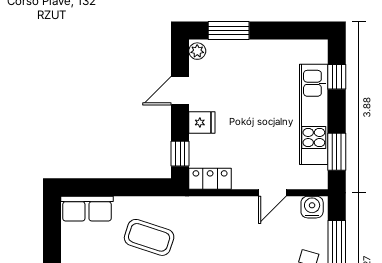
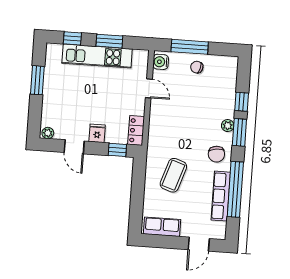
window: (229, 30) -> (37, 80), moved
window: (337, 152) -> (109, 41), moved
row of seats: (87, 209) -> (162, 227), moved, turned -90

